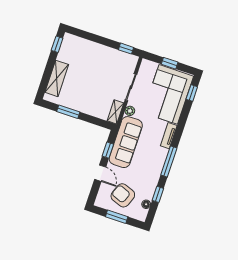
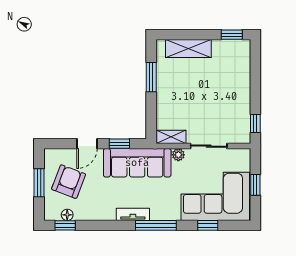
window: (192, 93) -> (208, 225), moved
tv unit: (169, 136) -> (133, 214), moved
window: (169, 162) -> (156, 225), moved
window: (158, 194) -> (65, 225), moved

